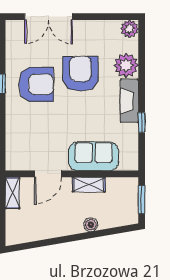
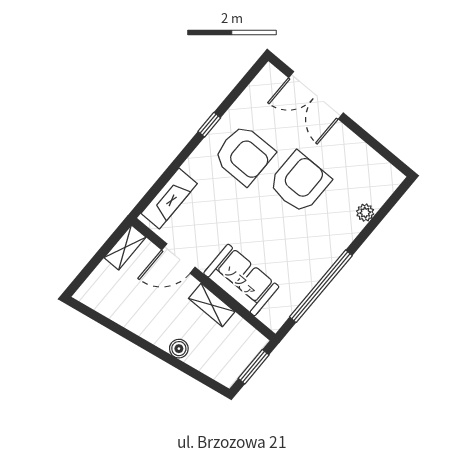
plant: (129, 29) -> (390, 178), removed
plant: (126, 65) -> (365, 213), width x0.53, depth x0.53
fireplace: (129, 101) -> (169, 199), moved, turned 180
window: (142, 122) -> (321, 286), width x3.17

